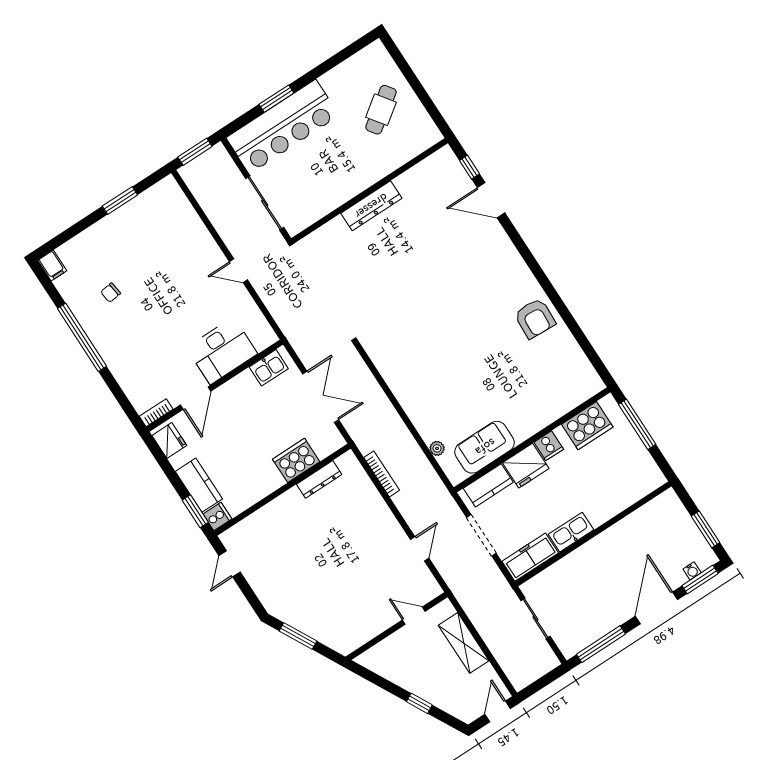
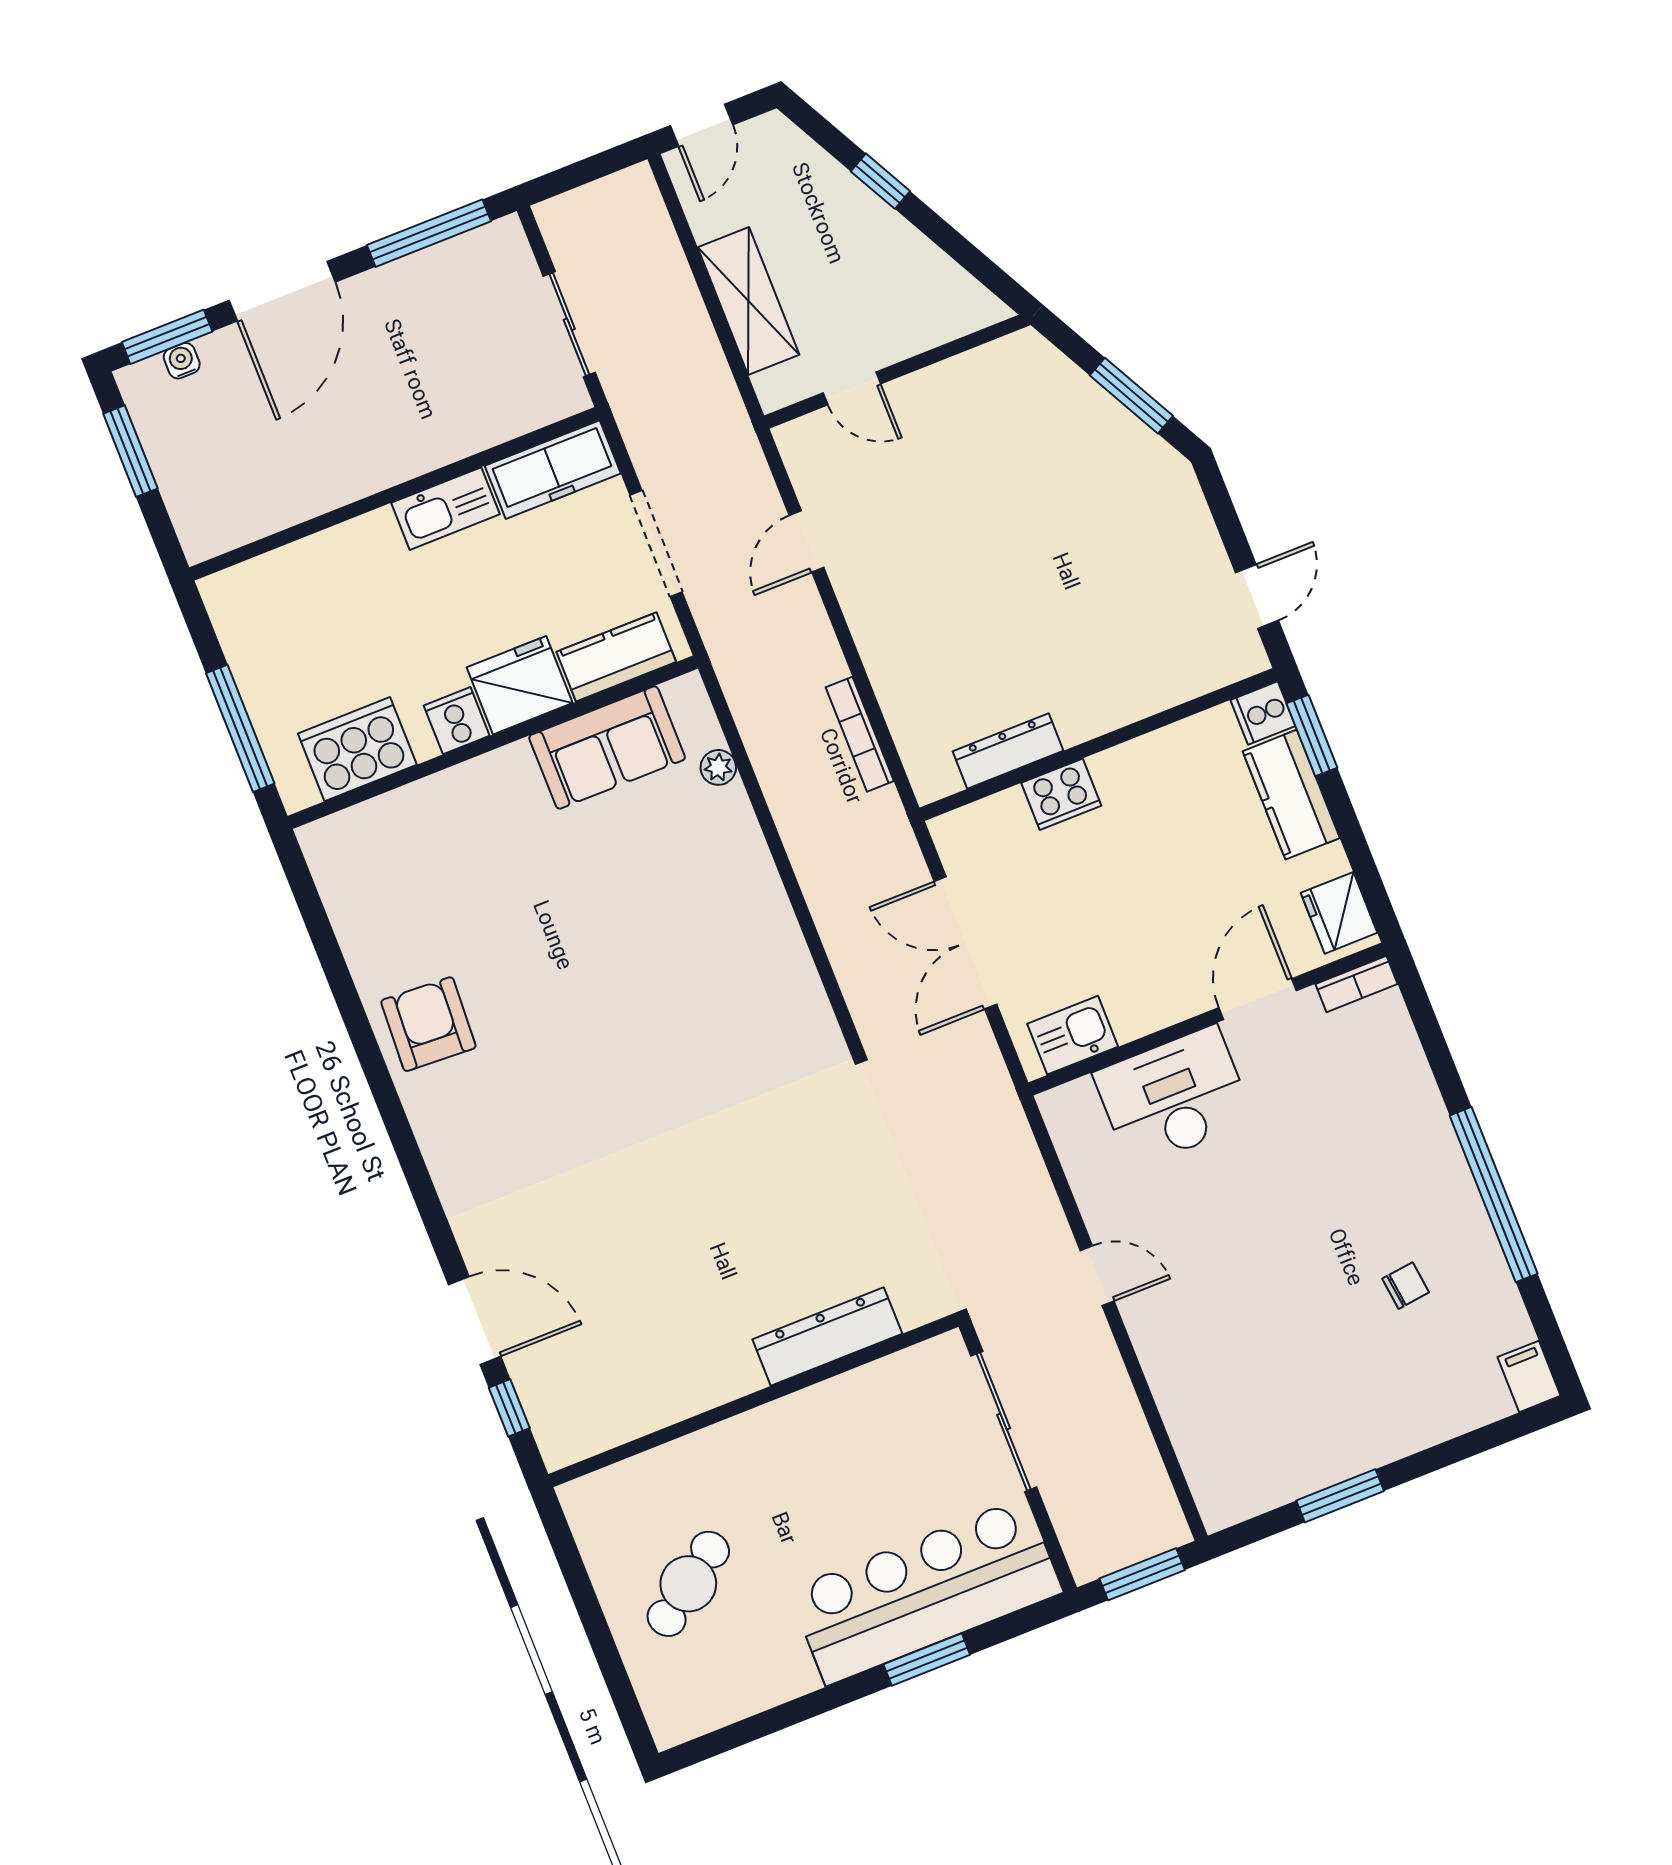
dresser: (371, 206) -> (827, 1336), moved
cooker: (296, 460) -> (1061, 794), width x0.73, depth x0.76

